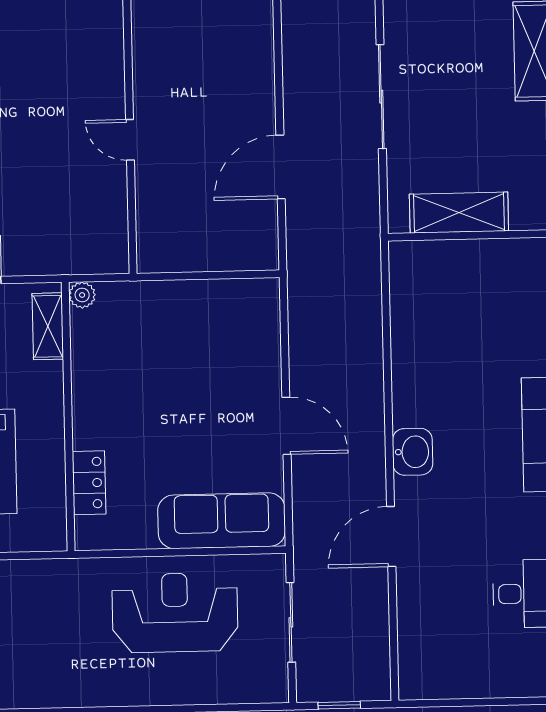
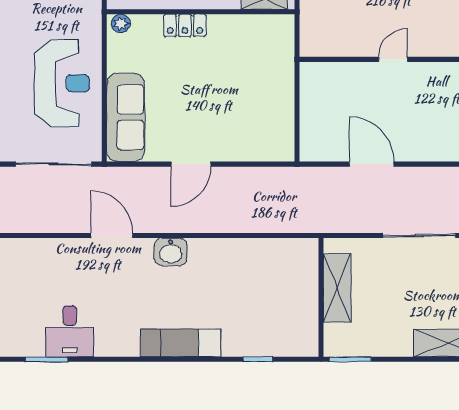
plant: (82, 295) -> (121, 23), moved
locker: (89, 483) -> (185, 25), moved
sliding door: (291, 622) -> (53, 164), width x1.37

